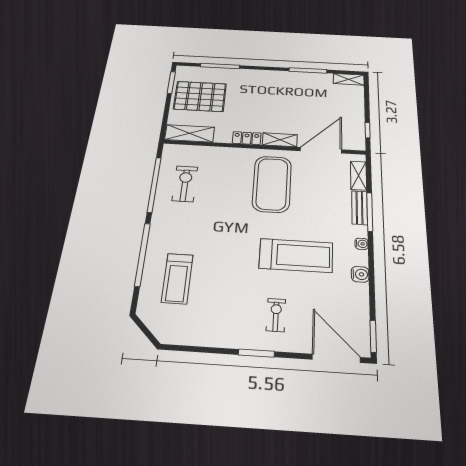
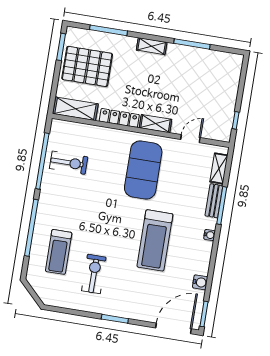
shelving: (349, 79) -> (152, 46), moved
locker: (247, 138) -> (119, 118), width x1.53
door: (321, 150) -> (190, 139), width x0.53
exercise bike: (185, 184) -> (69, 163), turned 90
treadmill: (296, 255) -> (155, 240), turned 90
water cooler: (360, 274) -> (200, 282), moved
exercise bike: (276, 315) -> (94, 274), moved, width x1.38, depth x1.39
door: (336, 358) -> (174, 328), hinge flipped

